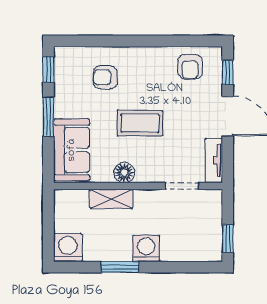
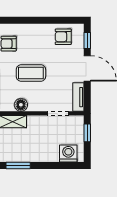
armchair: (190, 67) -> (63, 37), turned 90
window: (228, 238) -> (87, 133), moved
washing machine: (146, 248) -> (68, 153), moved

